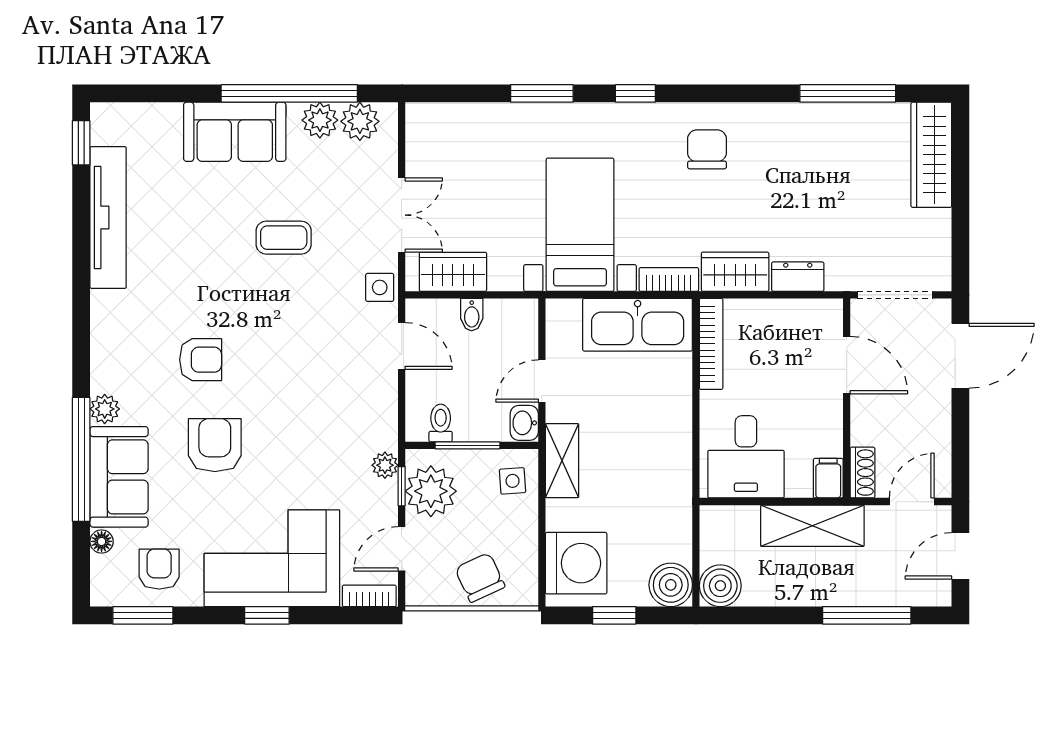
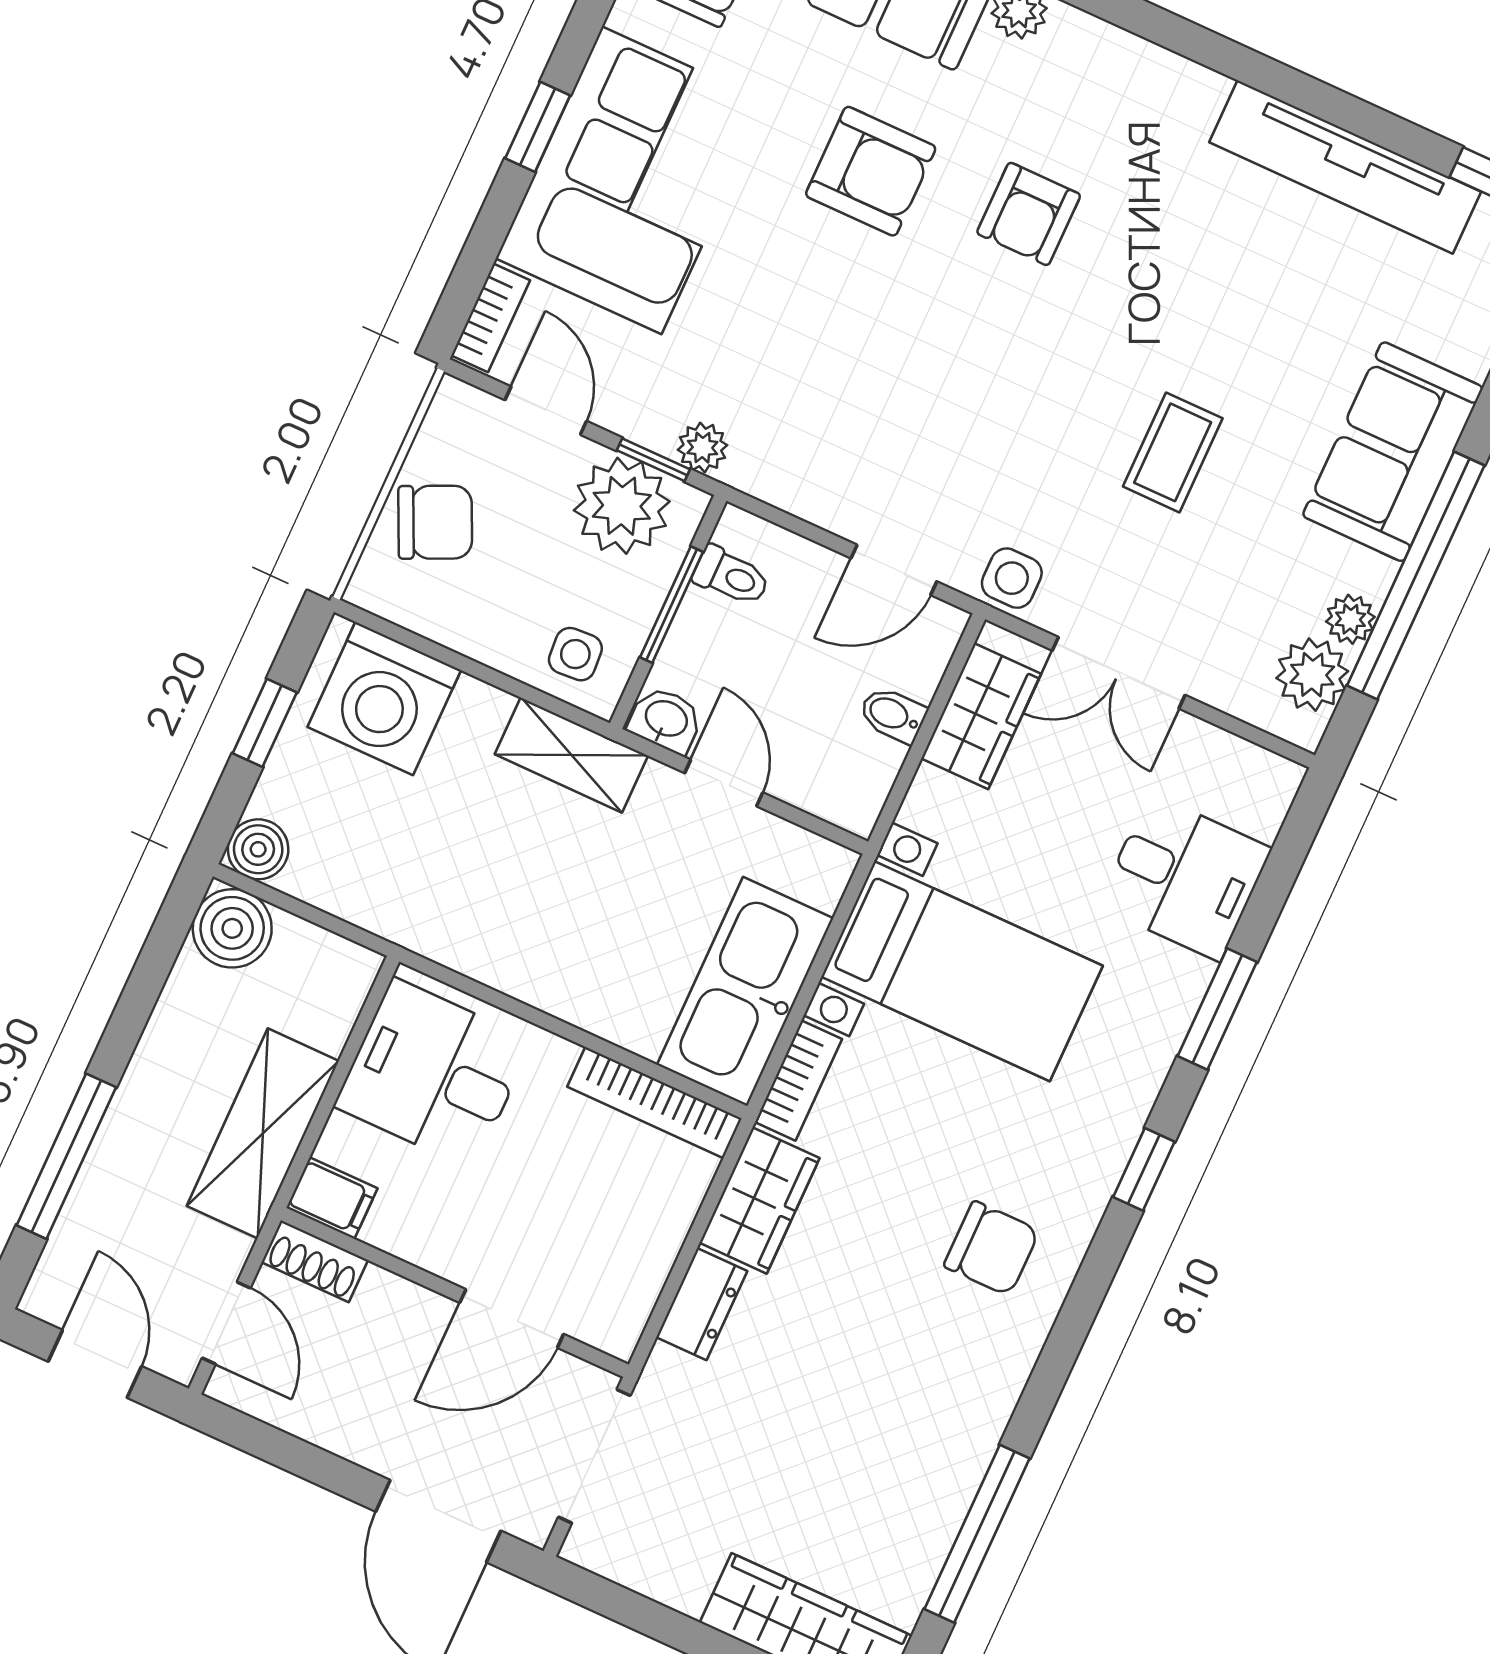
plant: (320, 120) -> (1350, 619), width x0.73, depth x0.73
desk: (486, 138) -> (1185, 877), added
boiler: (671, 585) -> (258, 849), width x0.73, depth x0.73

